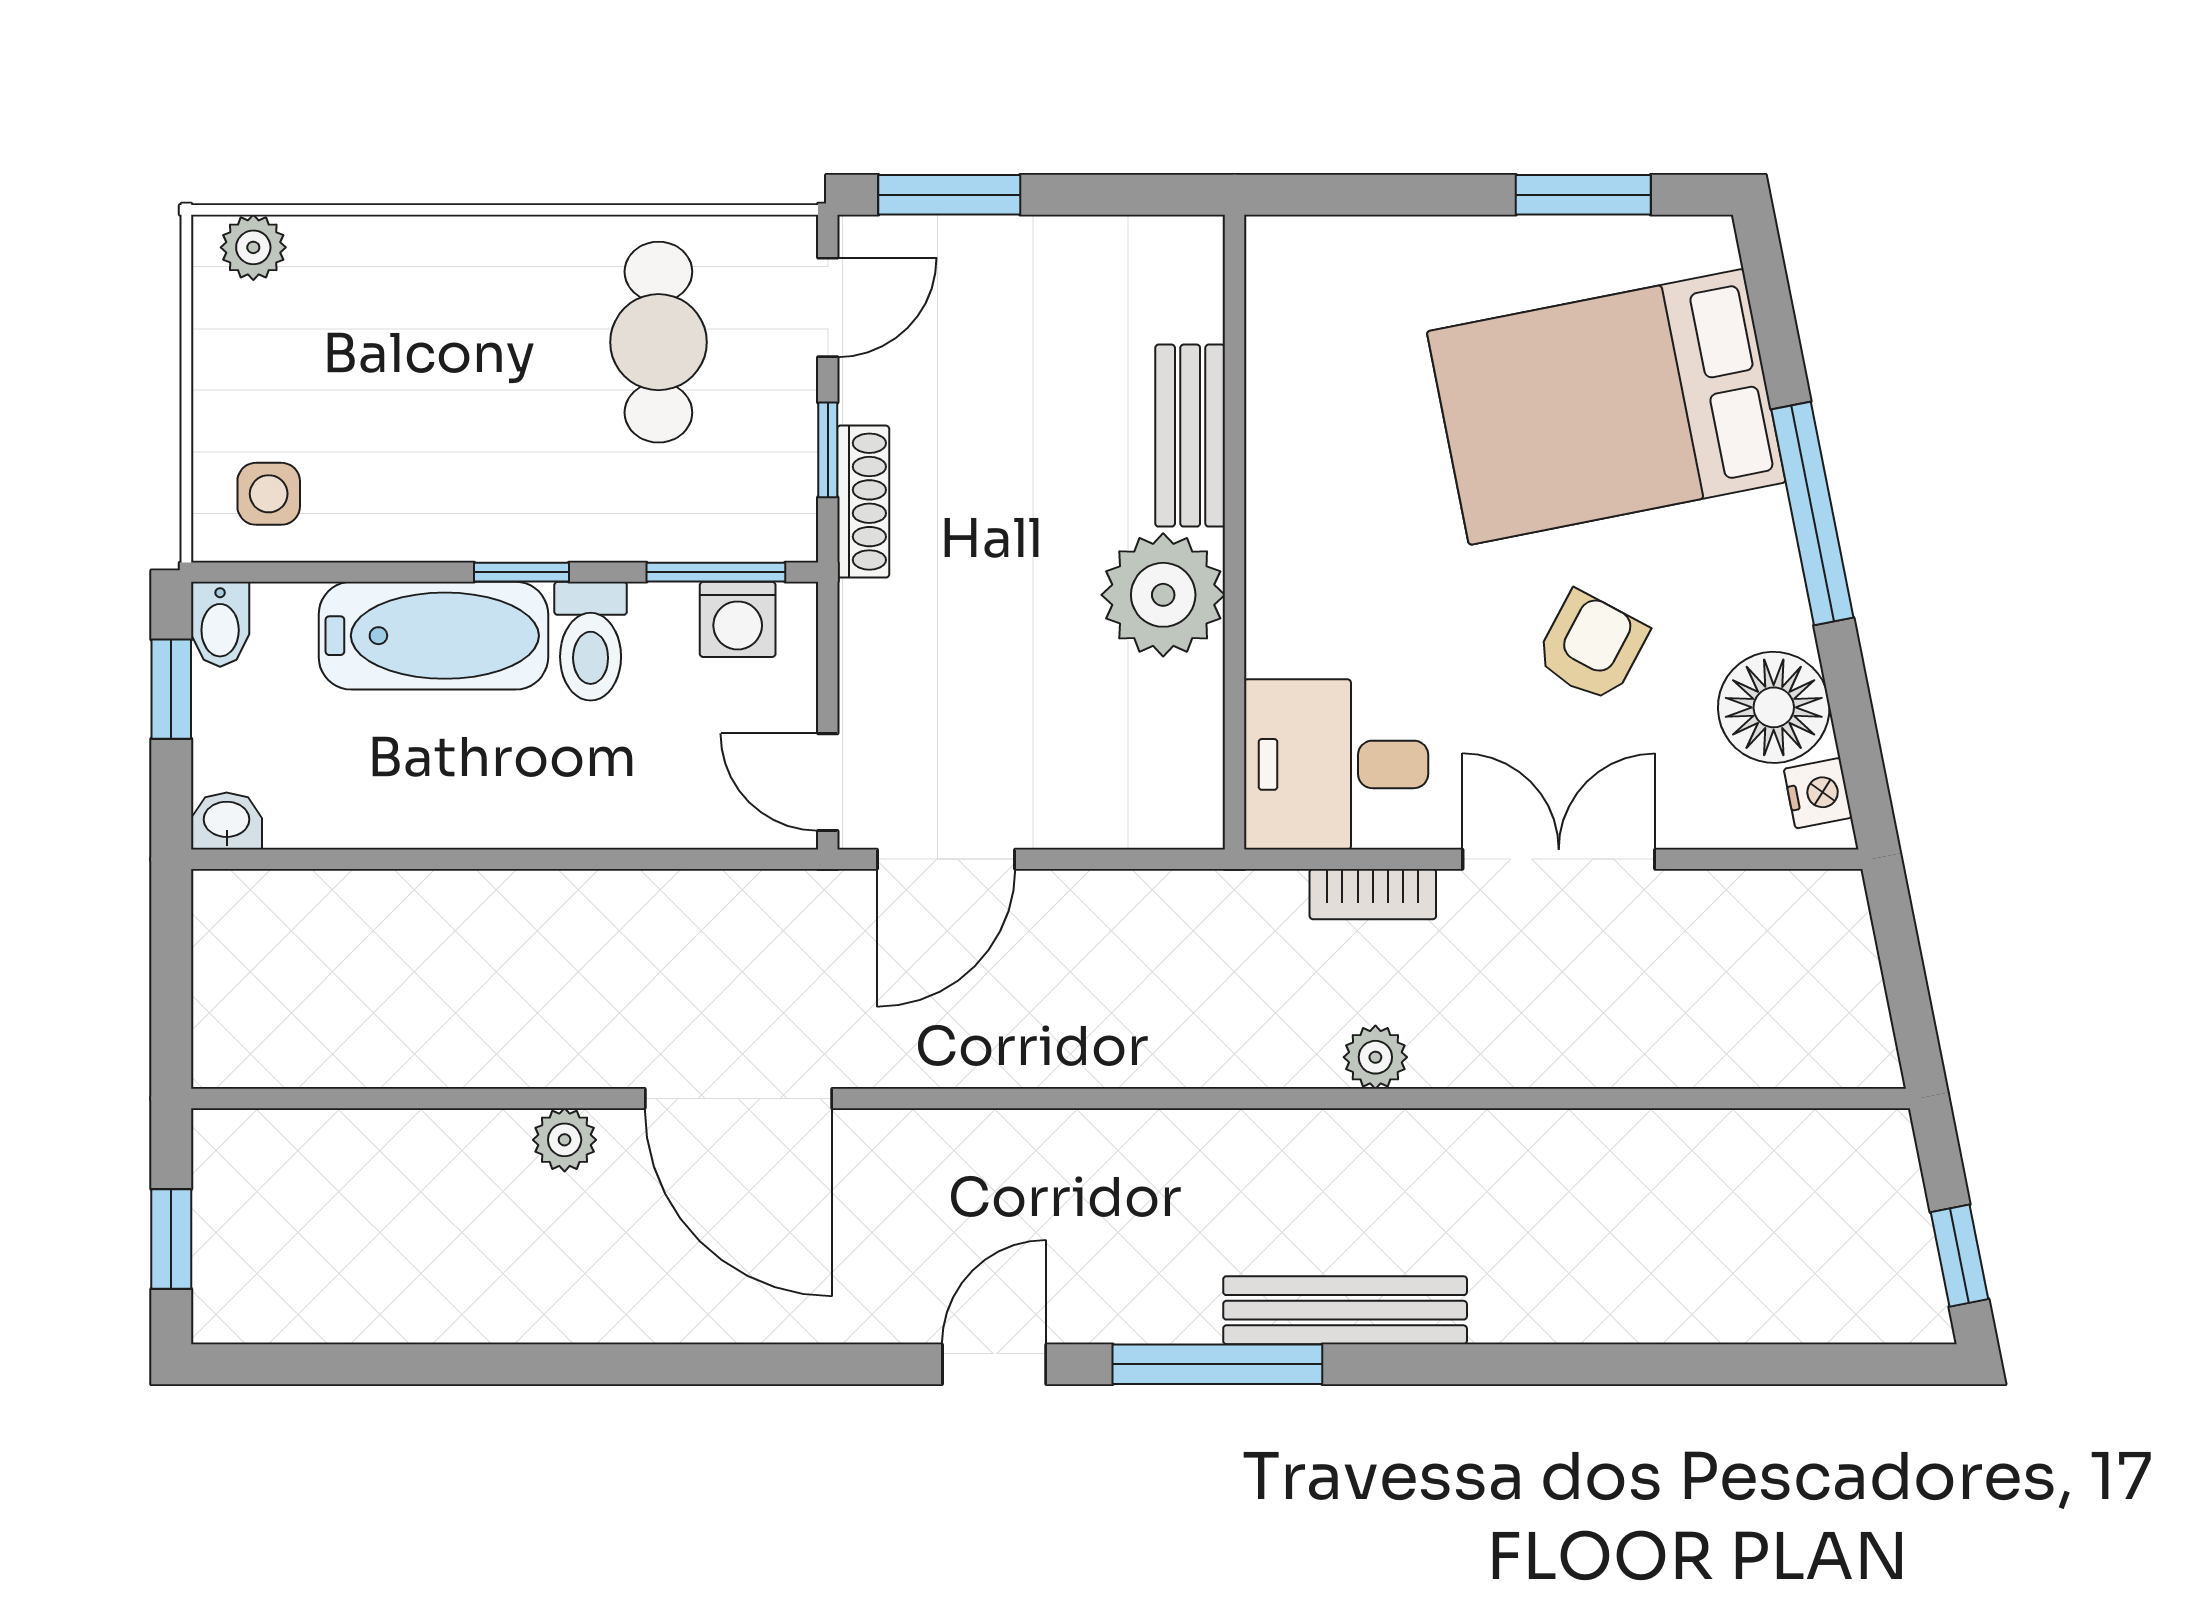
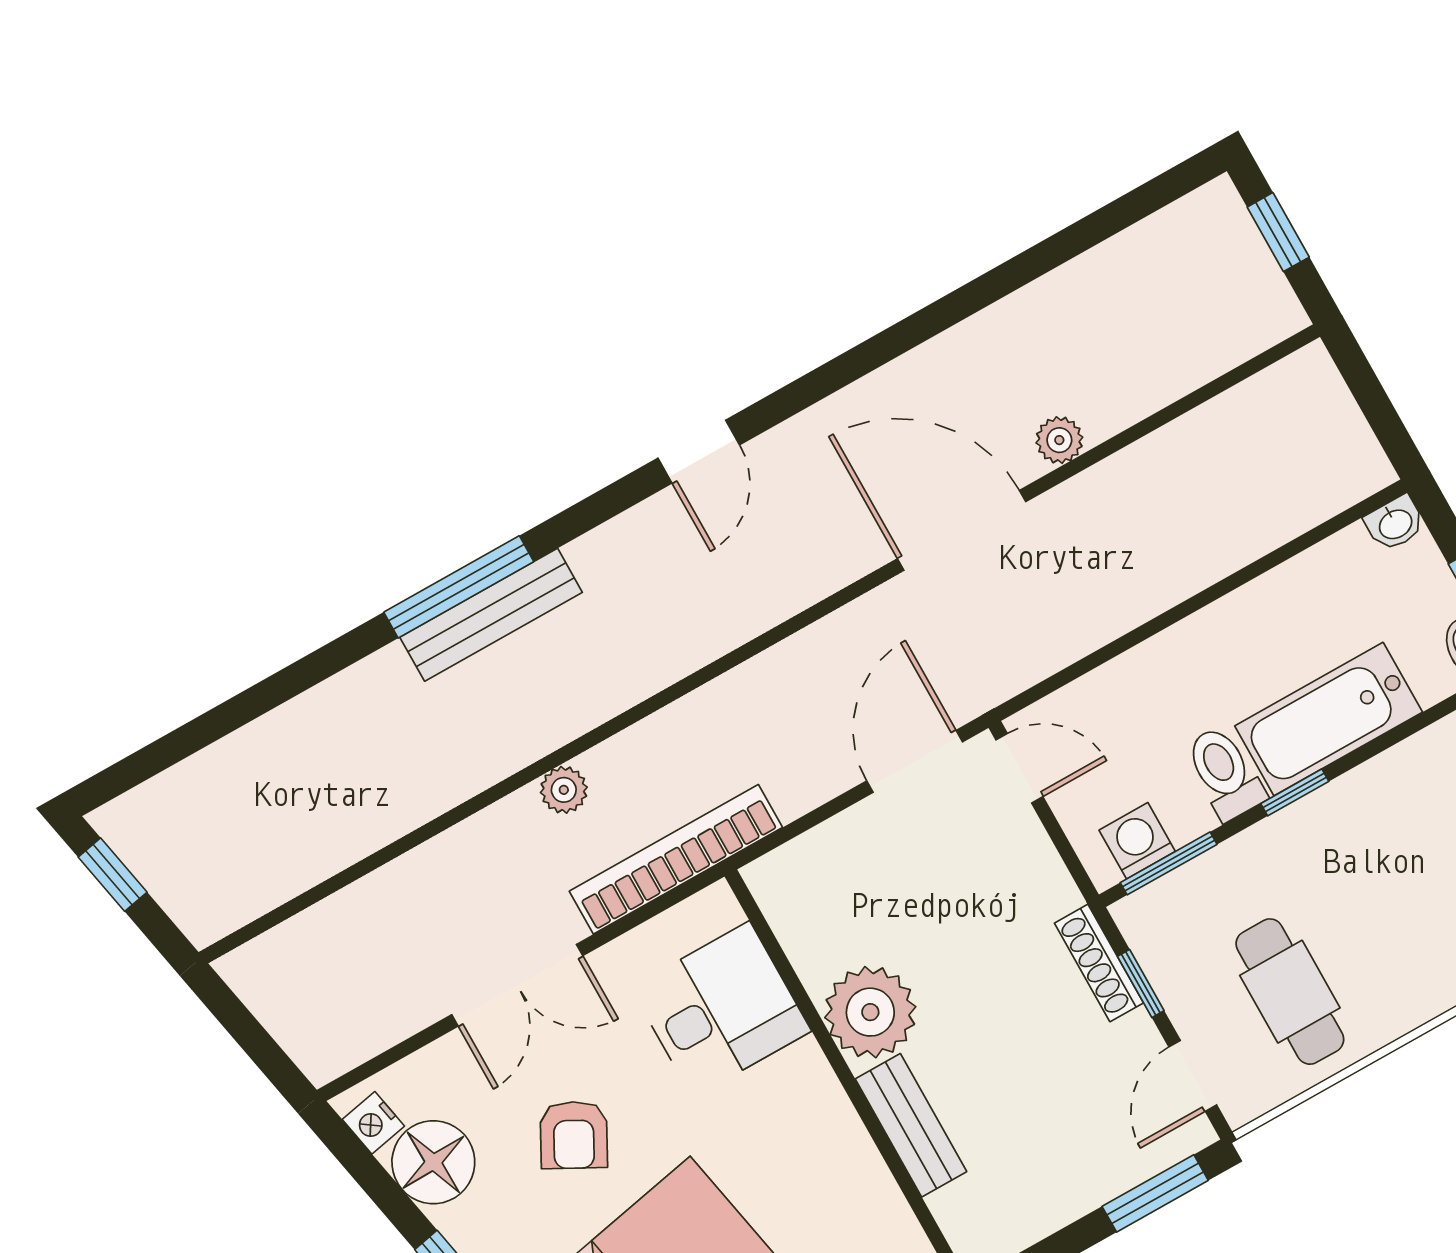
desk: (1336, 764) -> (721, 1009), moved
bookcase: (1373, 894) -> (676, 859), width x2.31, depth x1.31
window: (1217, 1364) -> (459, 587), moved

